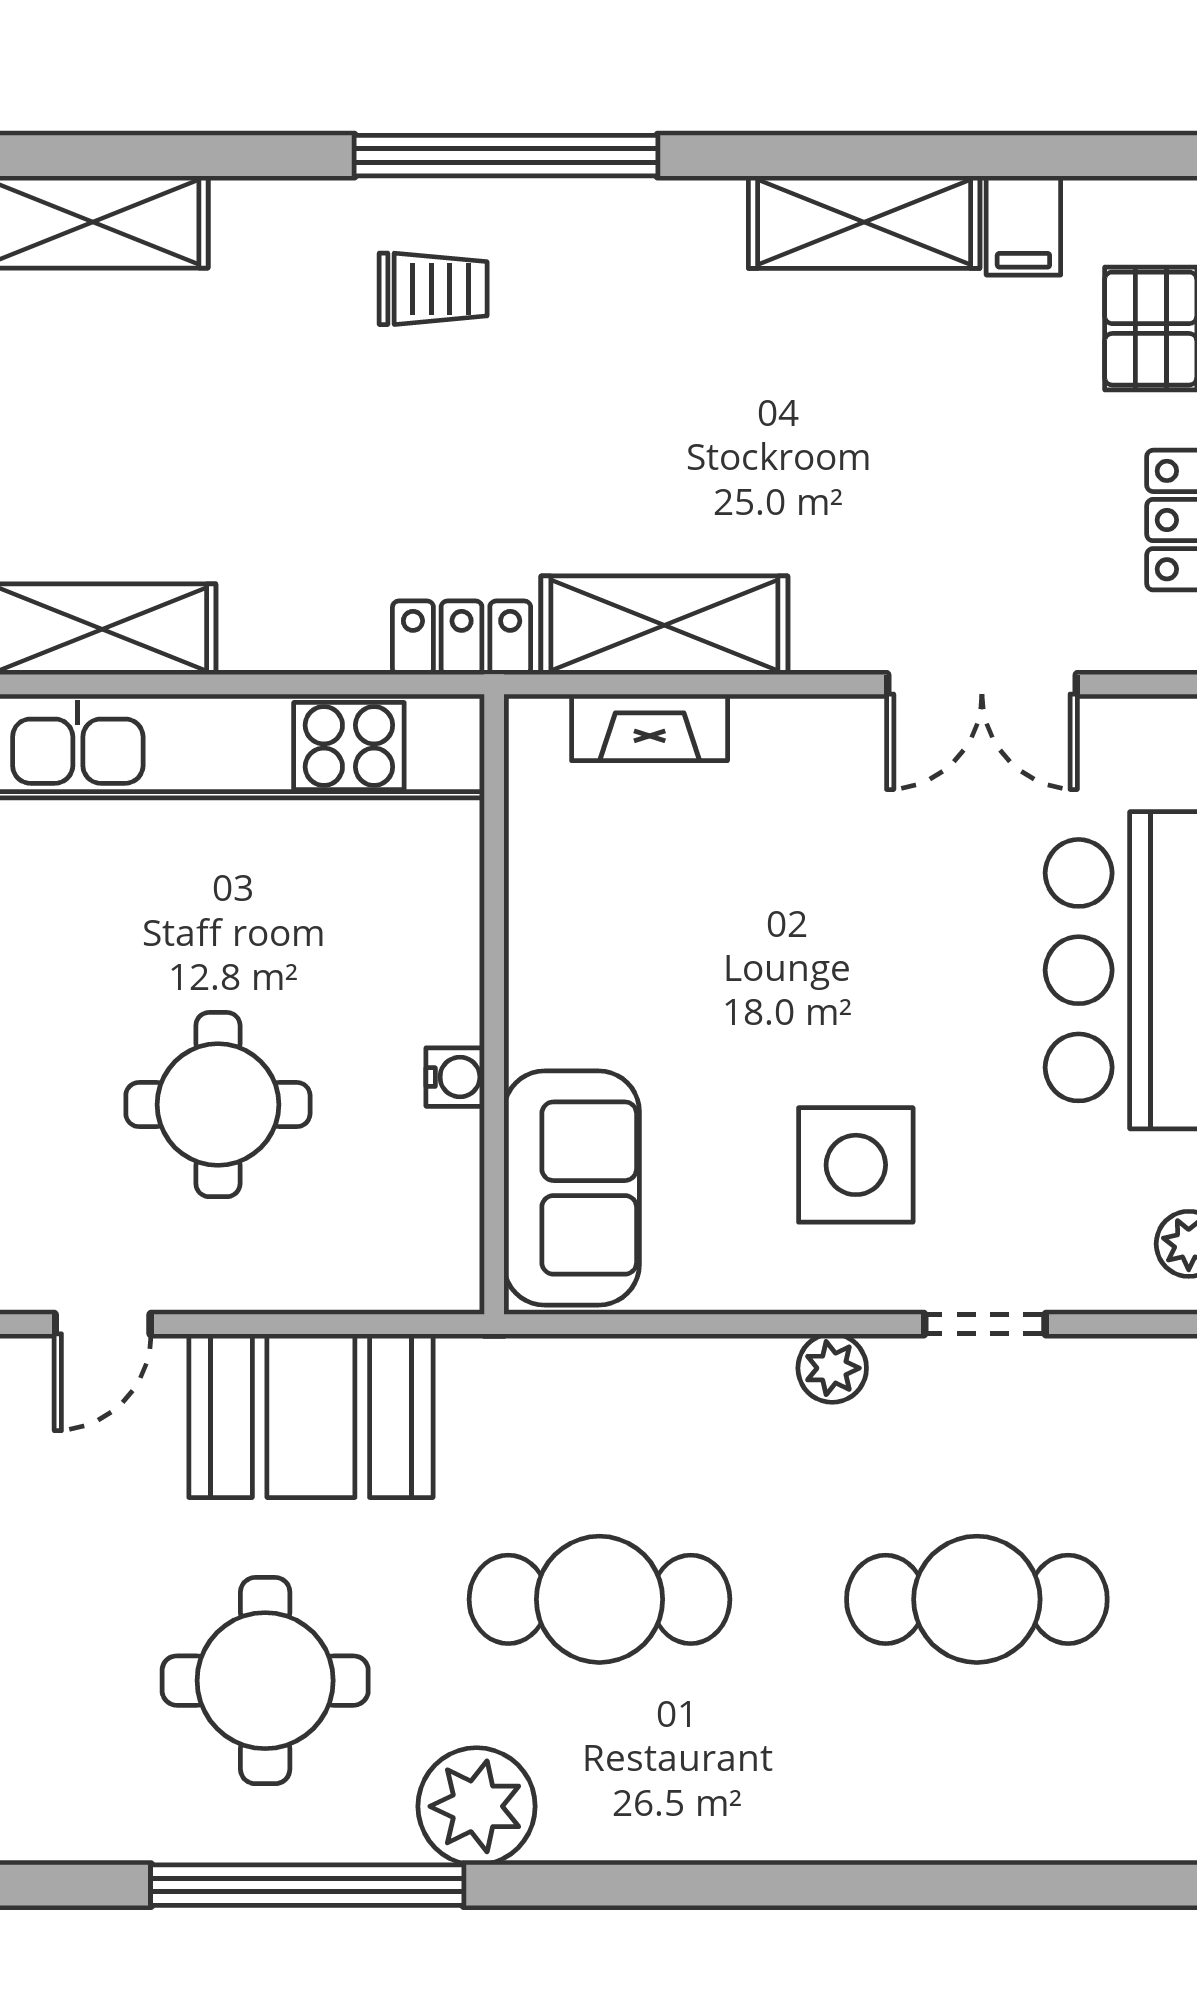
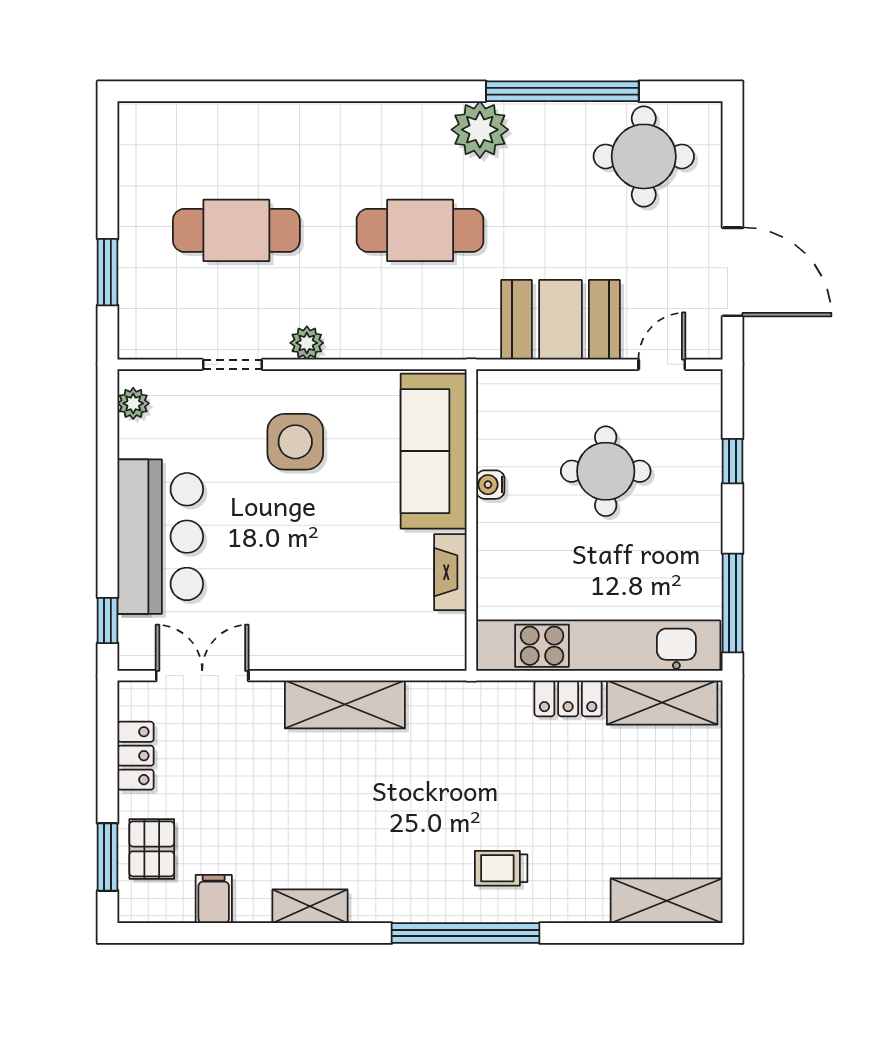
shelving: (864, 222) -> (310, 906), width x0.67, depth x0.75
shelving: (664, 625) -> (345, 704), moved
locker: (462, 638) -> (568, 698), moved
double door: (982, 684) -> (202, 676), moved
fireplace: (650, 727) -> (450, 572), moved, turned -90
sofa: (572, 1188) -> (434, 451), width x1.36
round table: (265, 1681) -> (644, 156), moved

